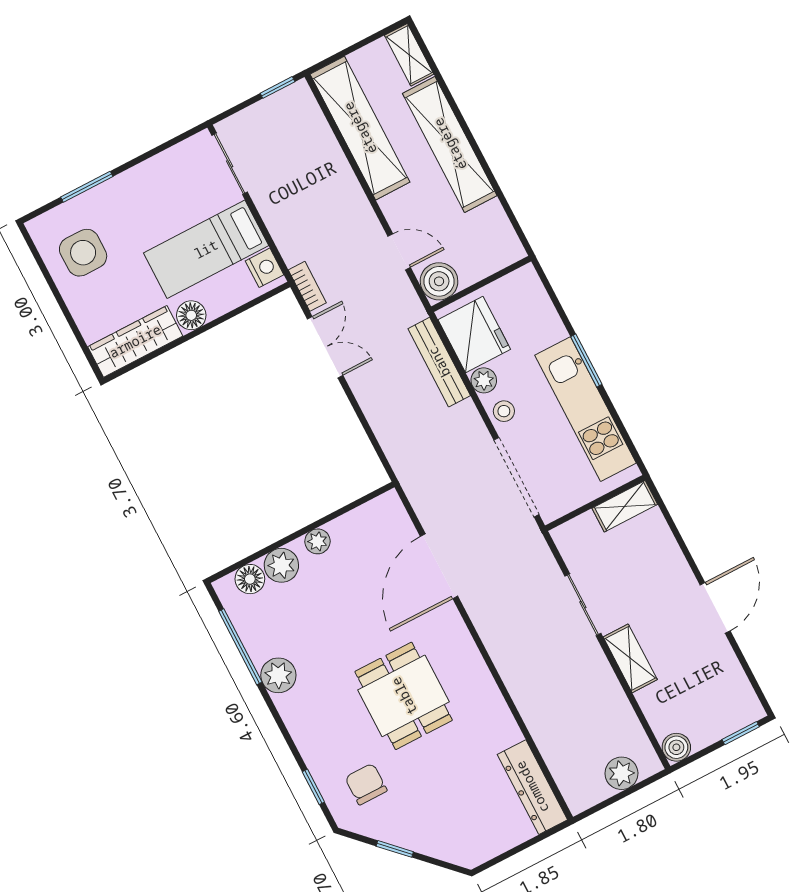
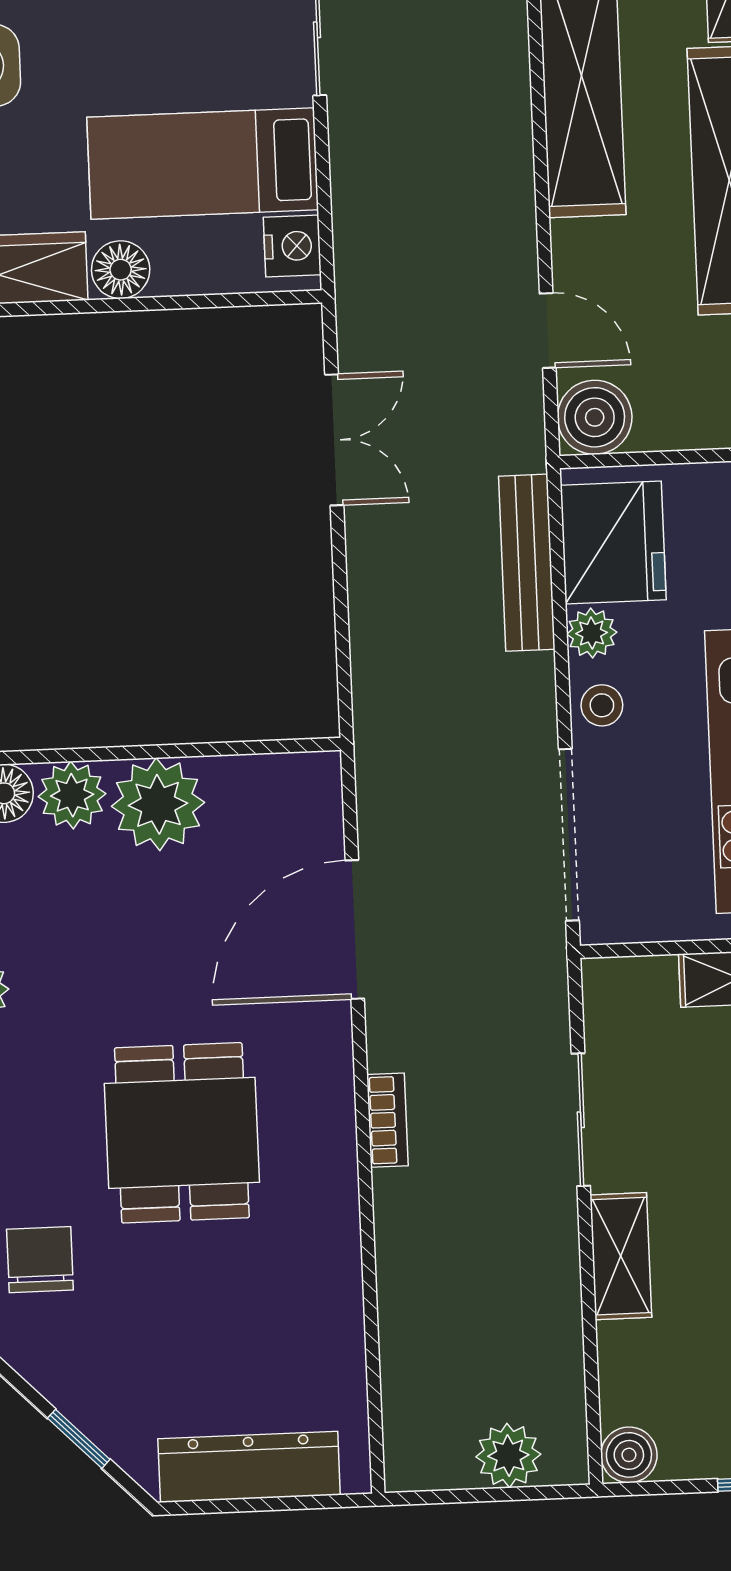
bookcase: (307, 286) -> (387, 1120), moved
plant: (317, 541) -> (158, 804), width x1.87, depth x1.87
dresser: (532, 787) -> (249, 1467), moved, turned 90
window: (395, 849) -> (79, 1439), moved

